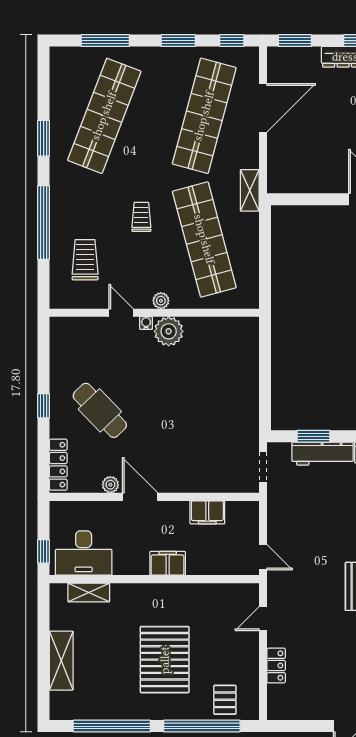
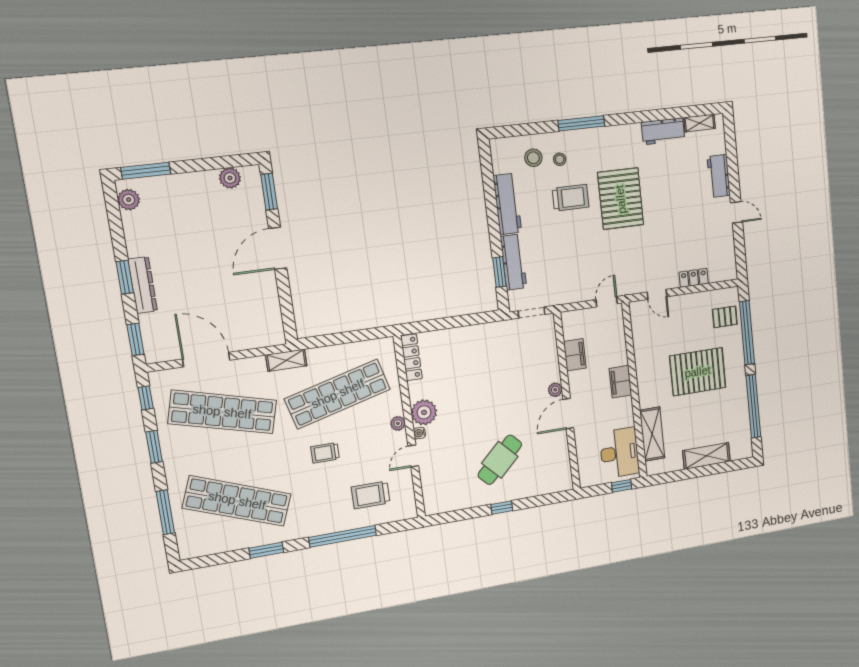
locker: (58, 465) -> (411, 357), moved, turned 90
plant: (110, 485) -> (555, 390), moved
shelving: (89, 592) -> (652, 434), width x1.50, depth x1.33

